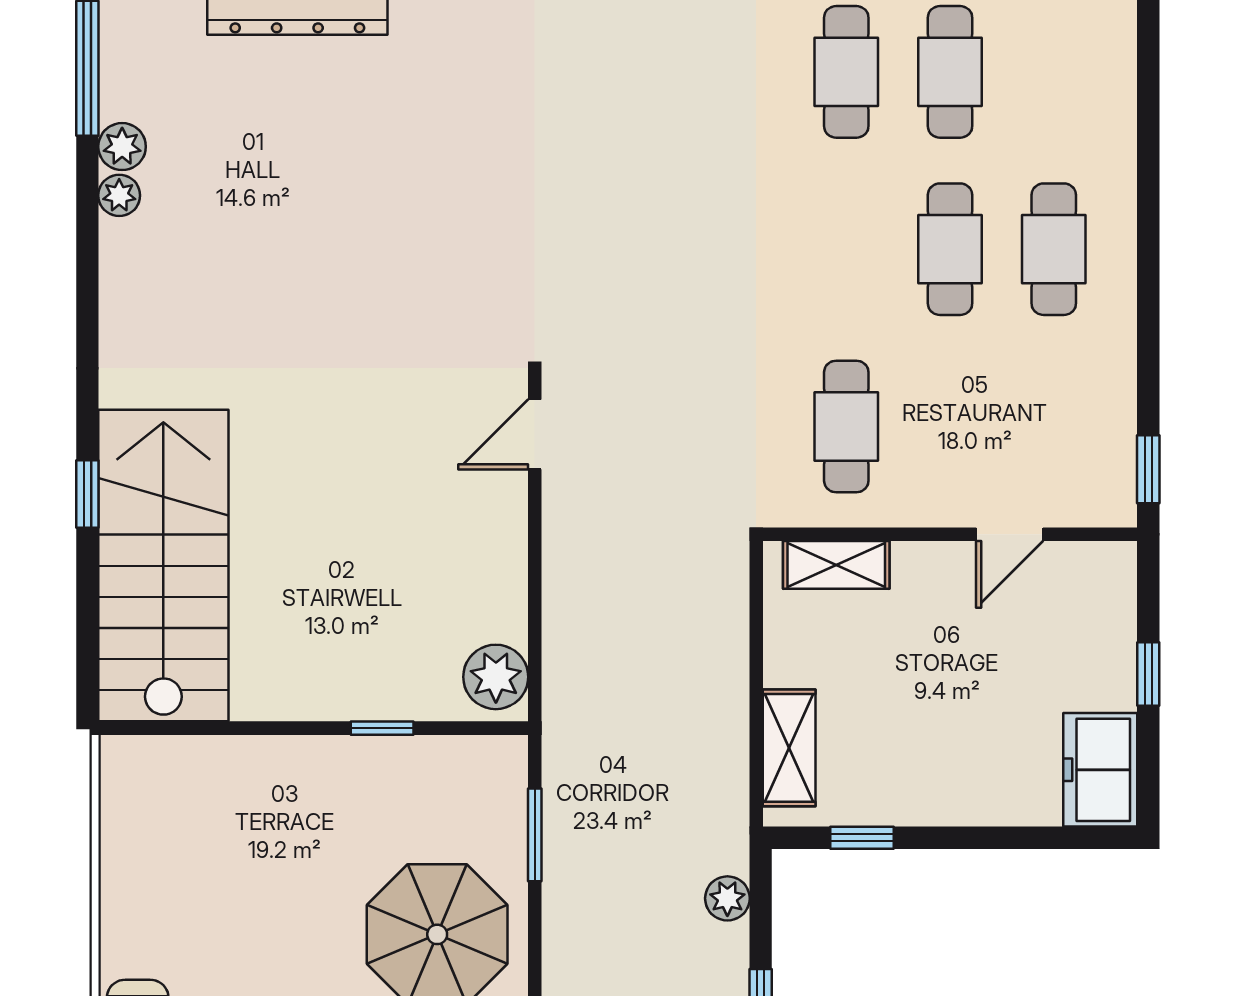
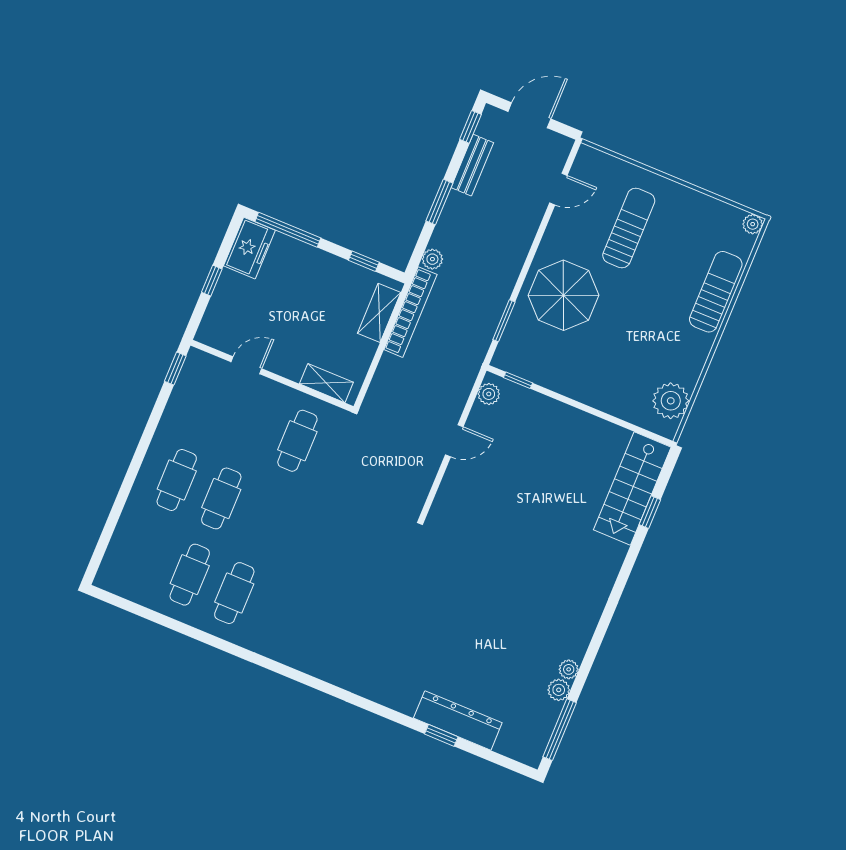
door: (535, 434) -> (454, 441), moved
window: (87, 494) -> (650, 512), moved
stairs: (163, 566) -> (632, 489), width x0.73, depth x0.66
plant: (496, 677) -> (489, 394), width x0.73, depth x0.73
window: (382, 728) -> (518, 380), moved
bookcase: (728, 775) -> (410, 312), added
plant: (137, 813) -> (671, 401), added
window: (1039, 838) -> (288, 230), added

